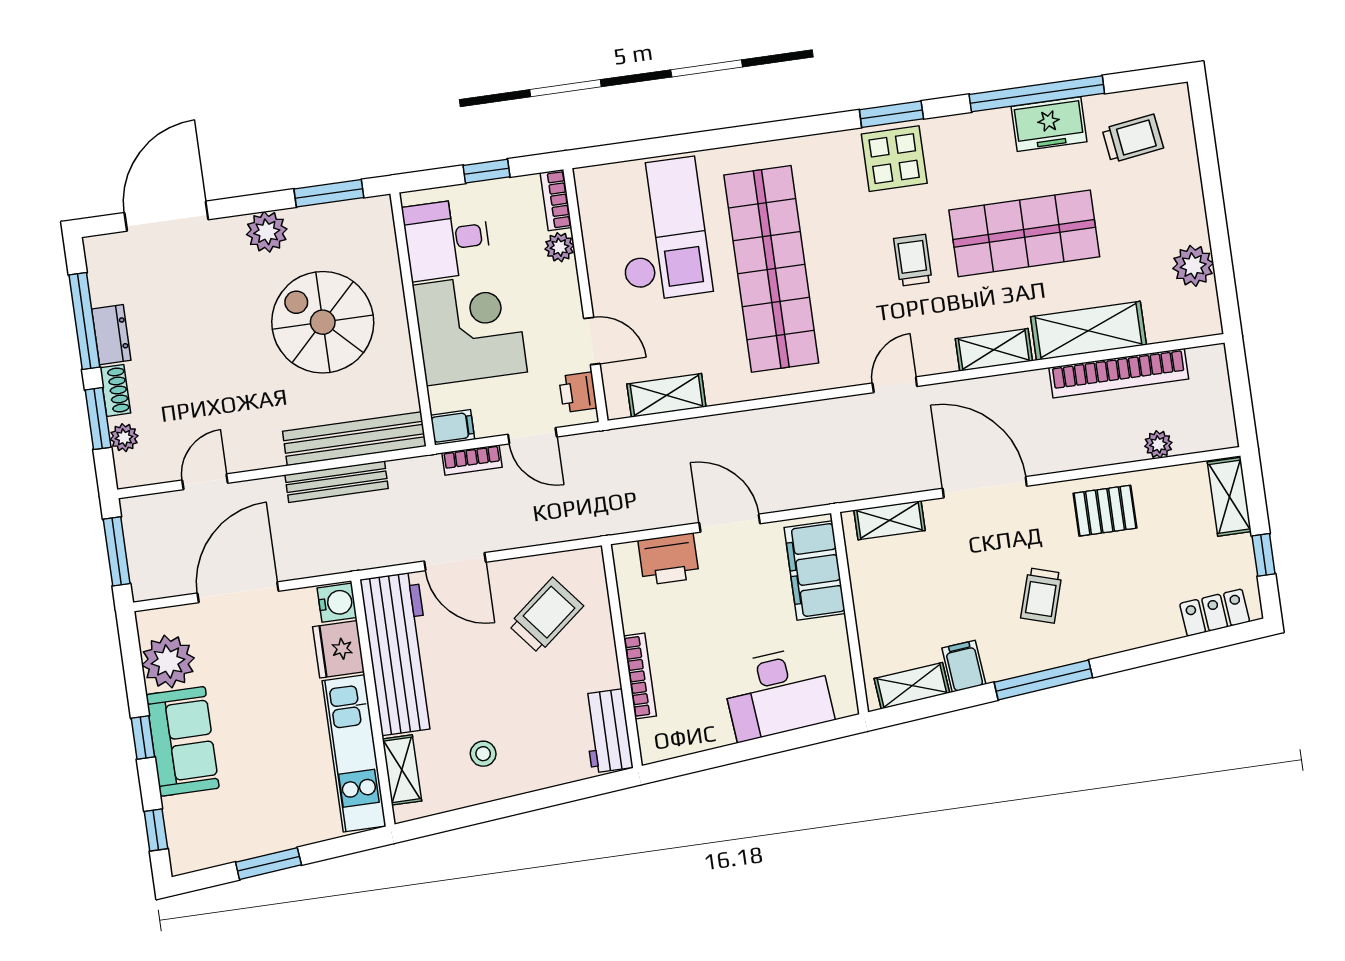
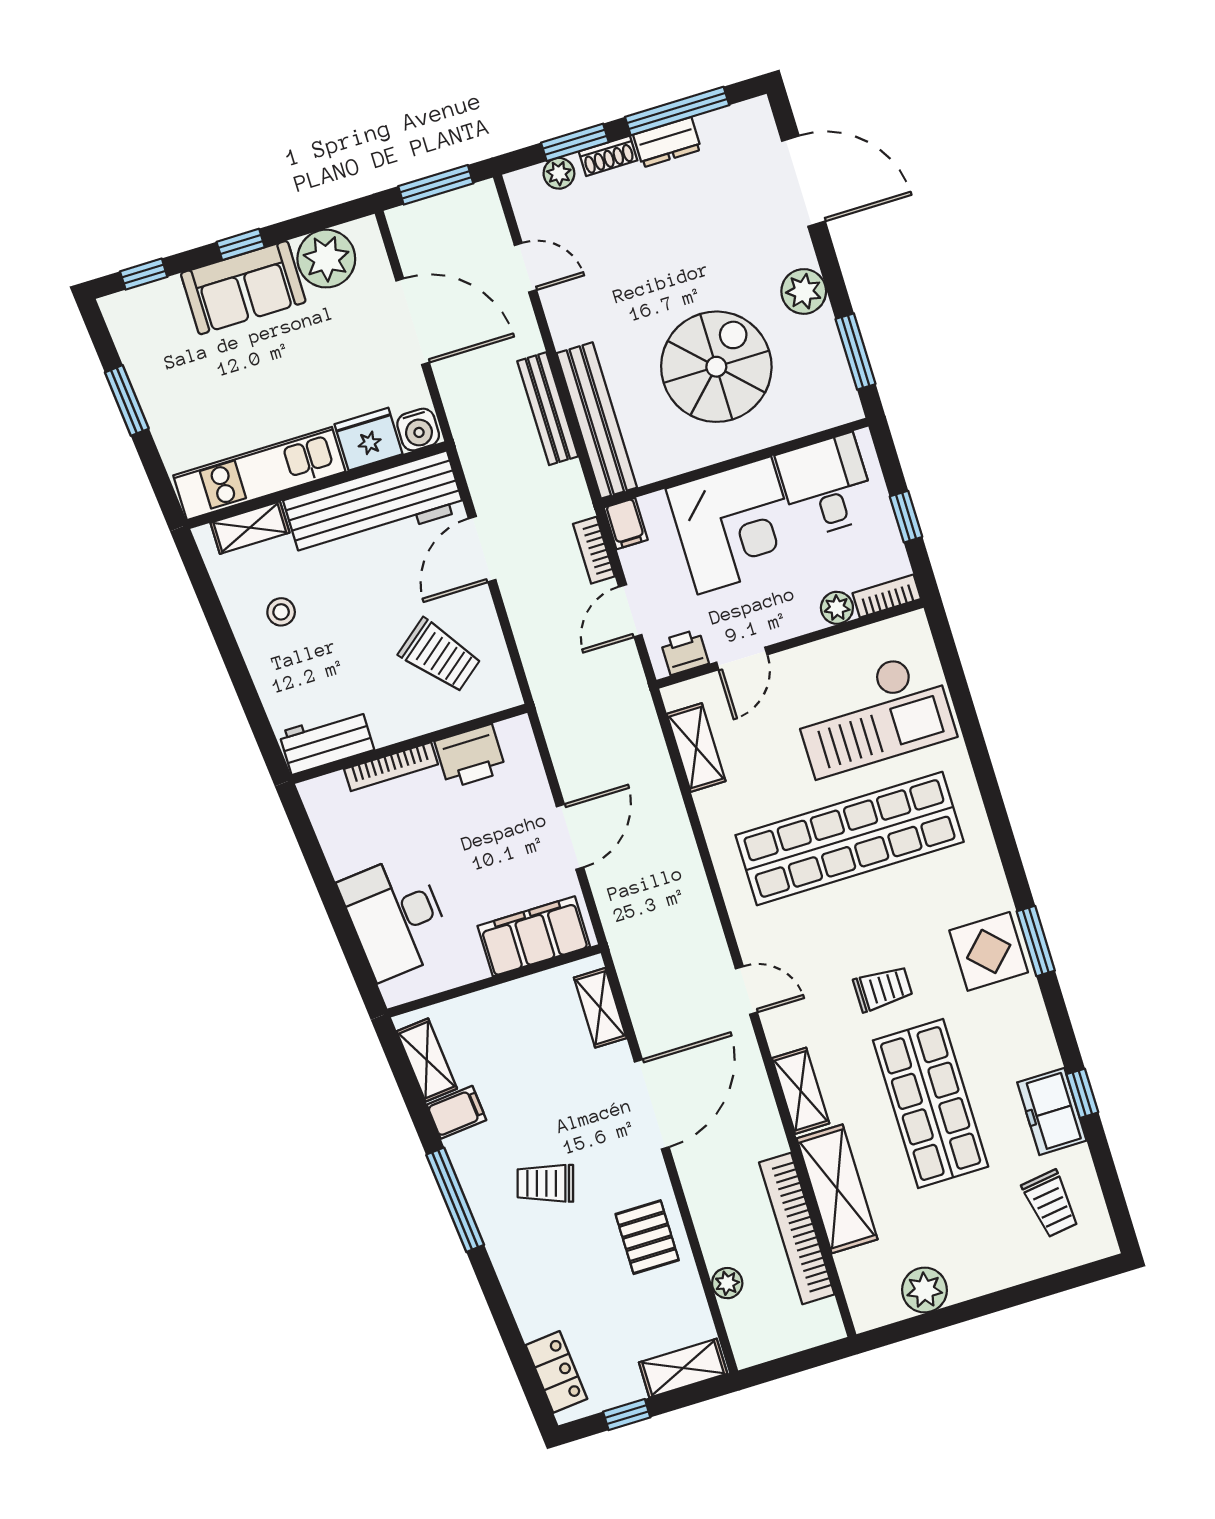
window: (1037, 94) -> (1082, 1093), width x0.32
printer: (669, 559) -> (470, 756), moved, turned -90

